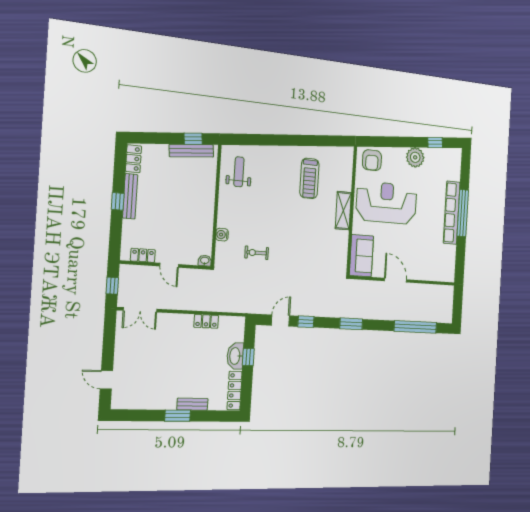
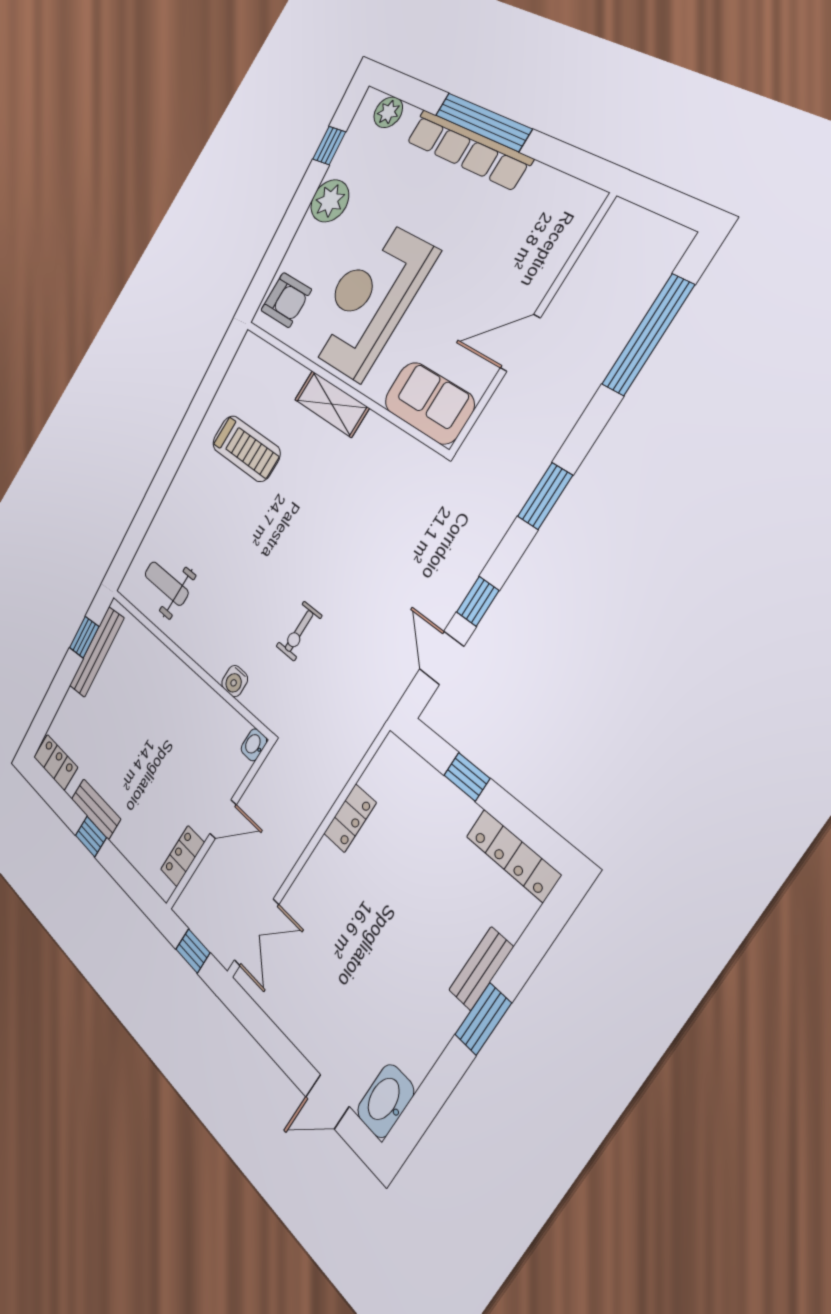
plant: (455, 165) -> (388, 112), added
bench: (130, 196) -> (96, 809), width x0.73
washbasin: (235, 356) -> (386, 1101), moved, turned 90

